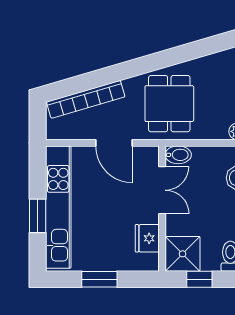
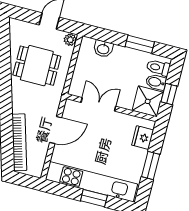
dining table: (169, 104) -> (37, 66), moved
bidet: (178, 155) -> (156, 82), moved, turned -90
fridge: (147, 238) -> (143, 138), moved, turned 90

